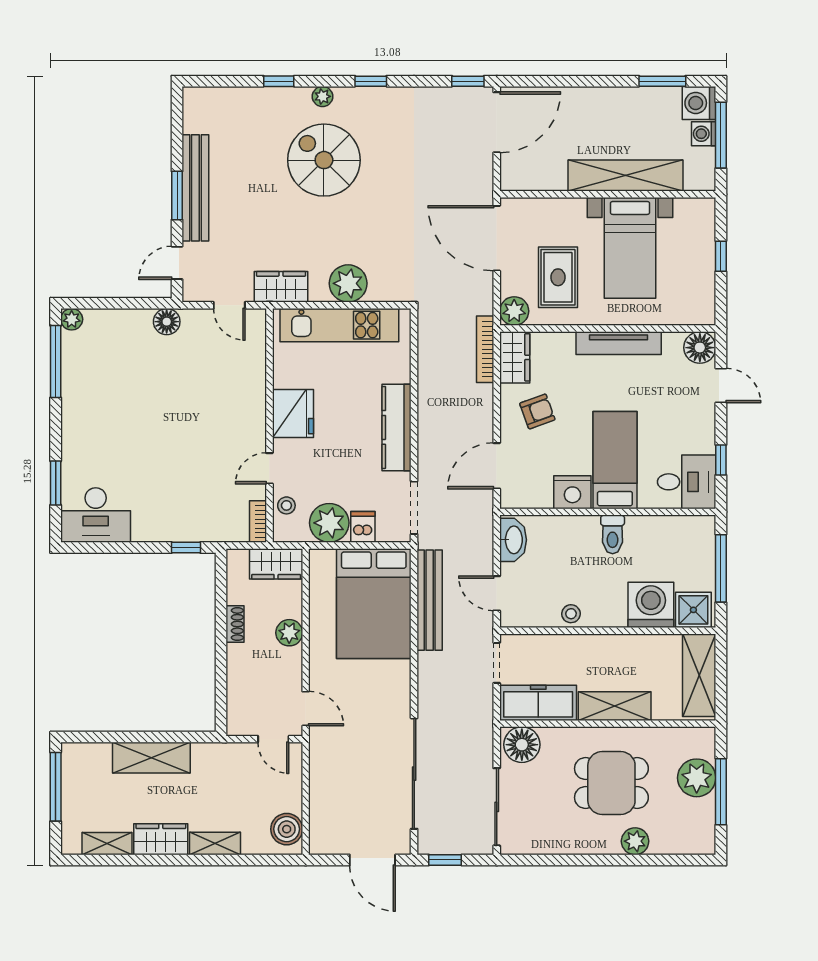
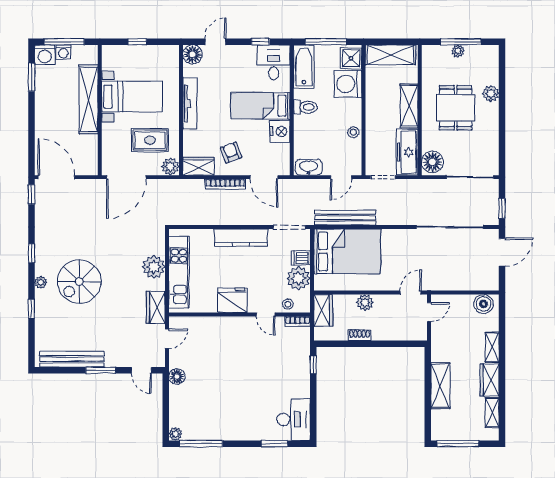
bench: (195, 188) -> (72, 359), moved
bookcase: (485, 349) -> (225, 184), moved
bathtub: (680, 532) -> (304, 66), added
plant: (697, 778) -> (458, 51), width x0.53, depth x0.53

